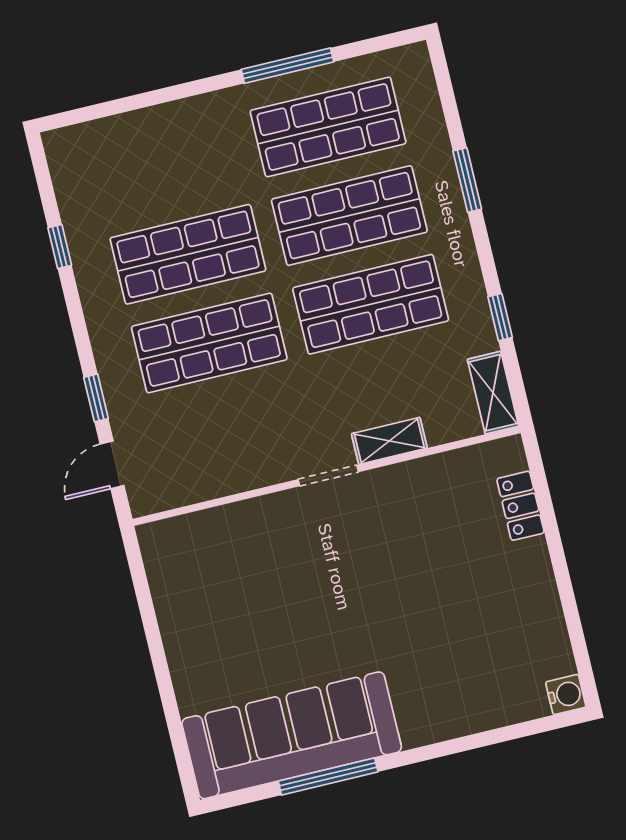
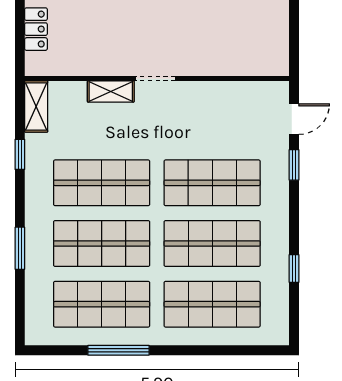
shop shelf: (167, 166) -> (212, 304), added

